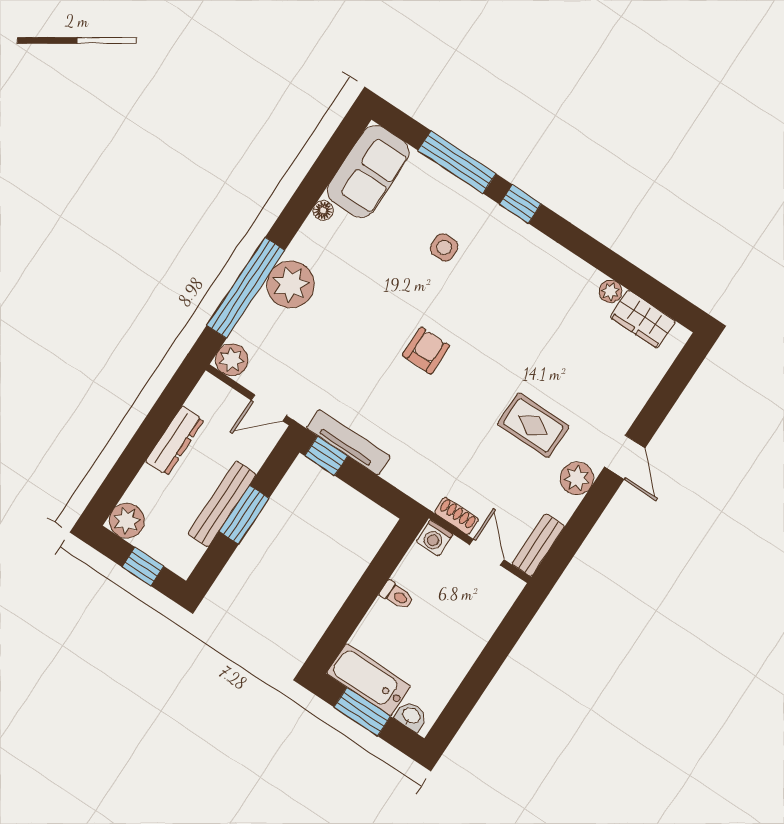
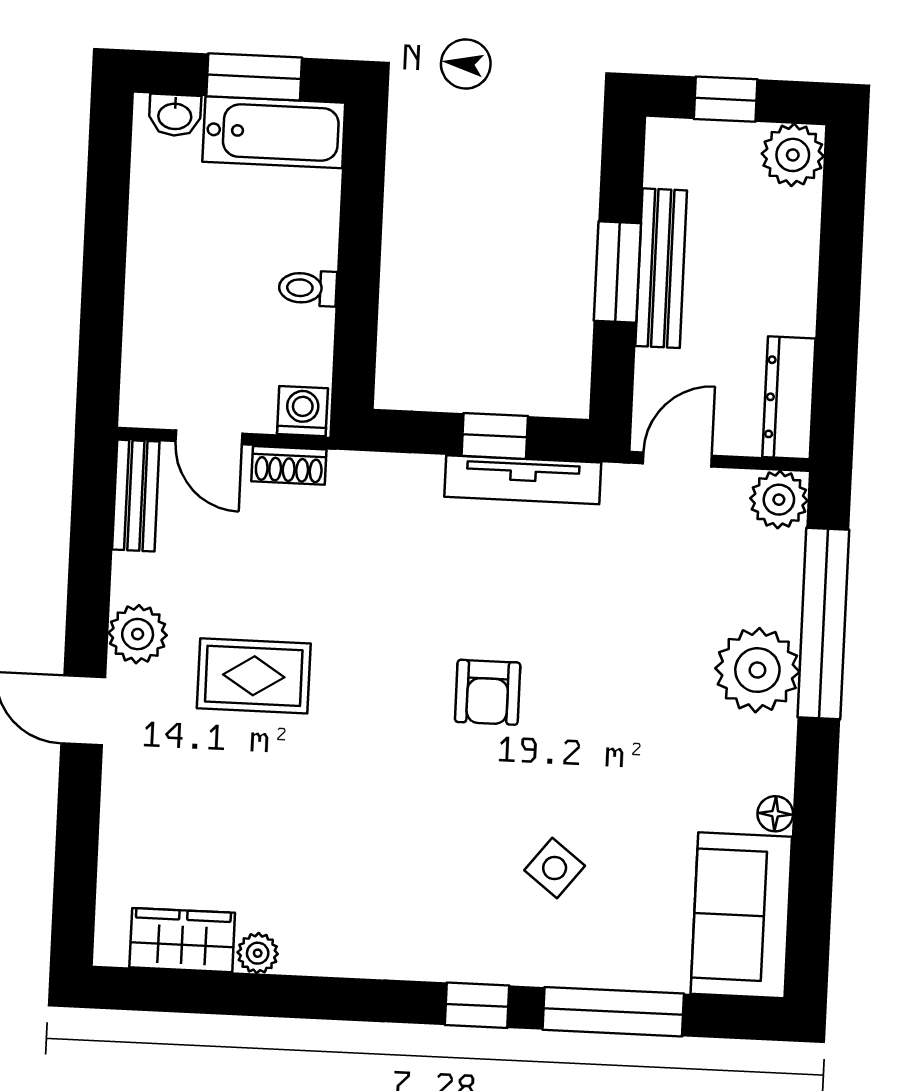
side table: (444, 247) -> (555, 868), turned 38
dresser: (175, 441) -> (789, 398), moved
window: (326, 456) -> (495, 436), moved

